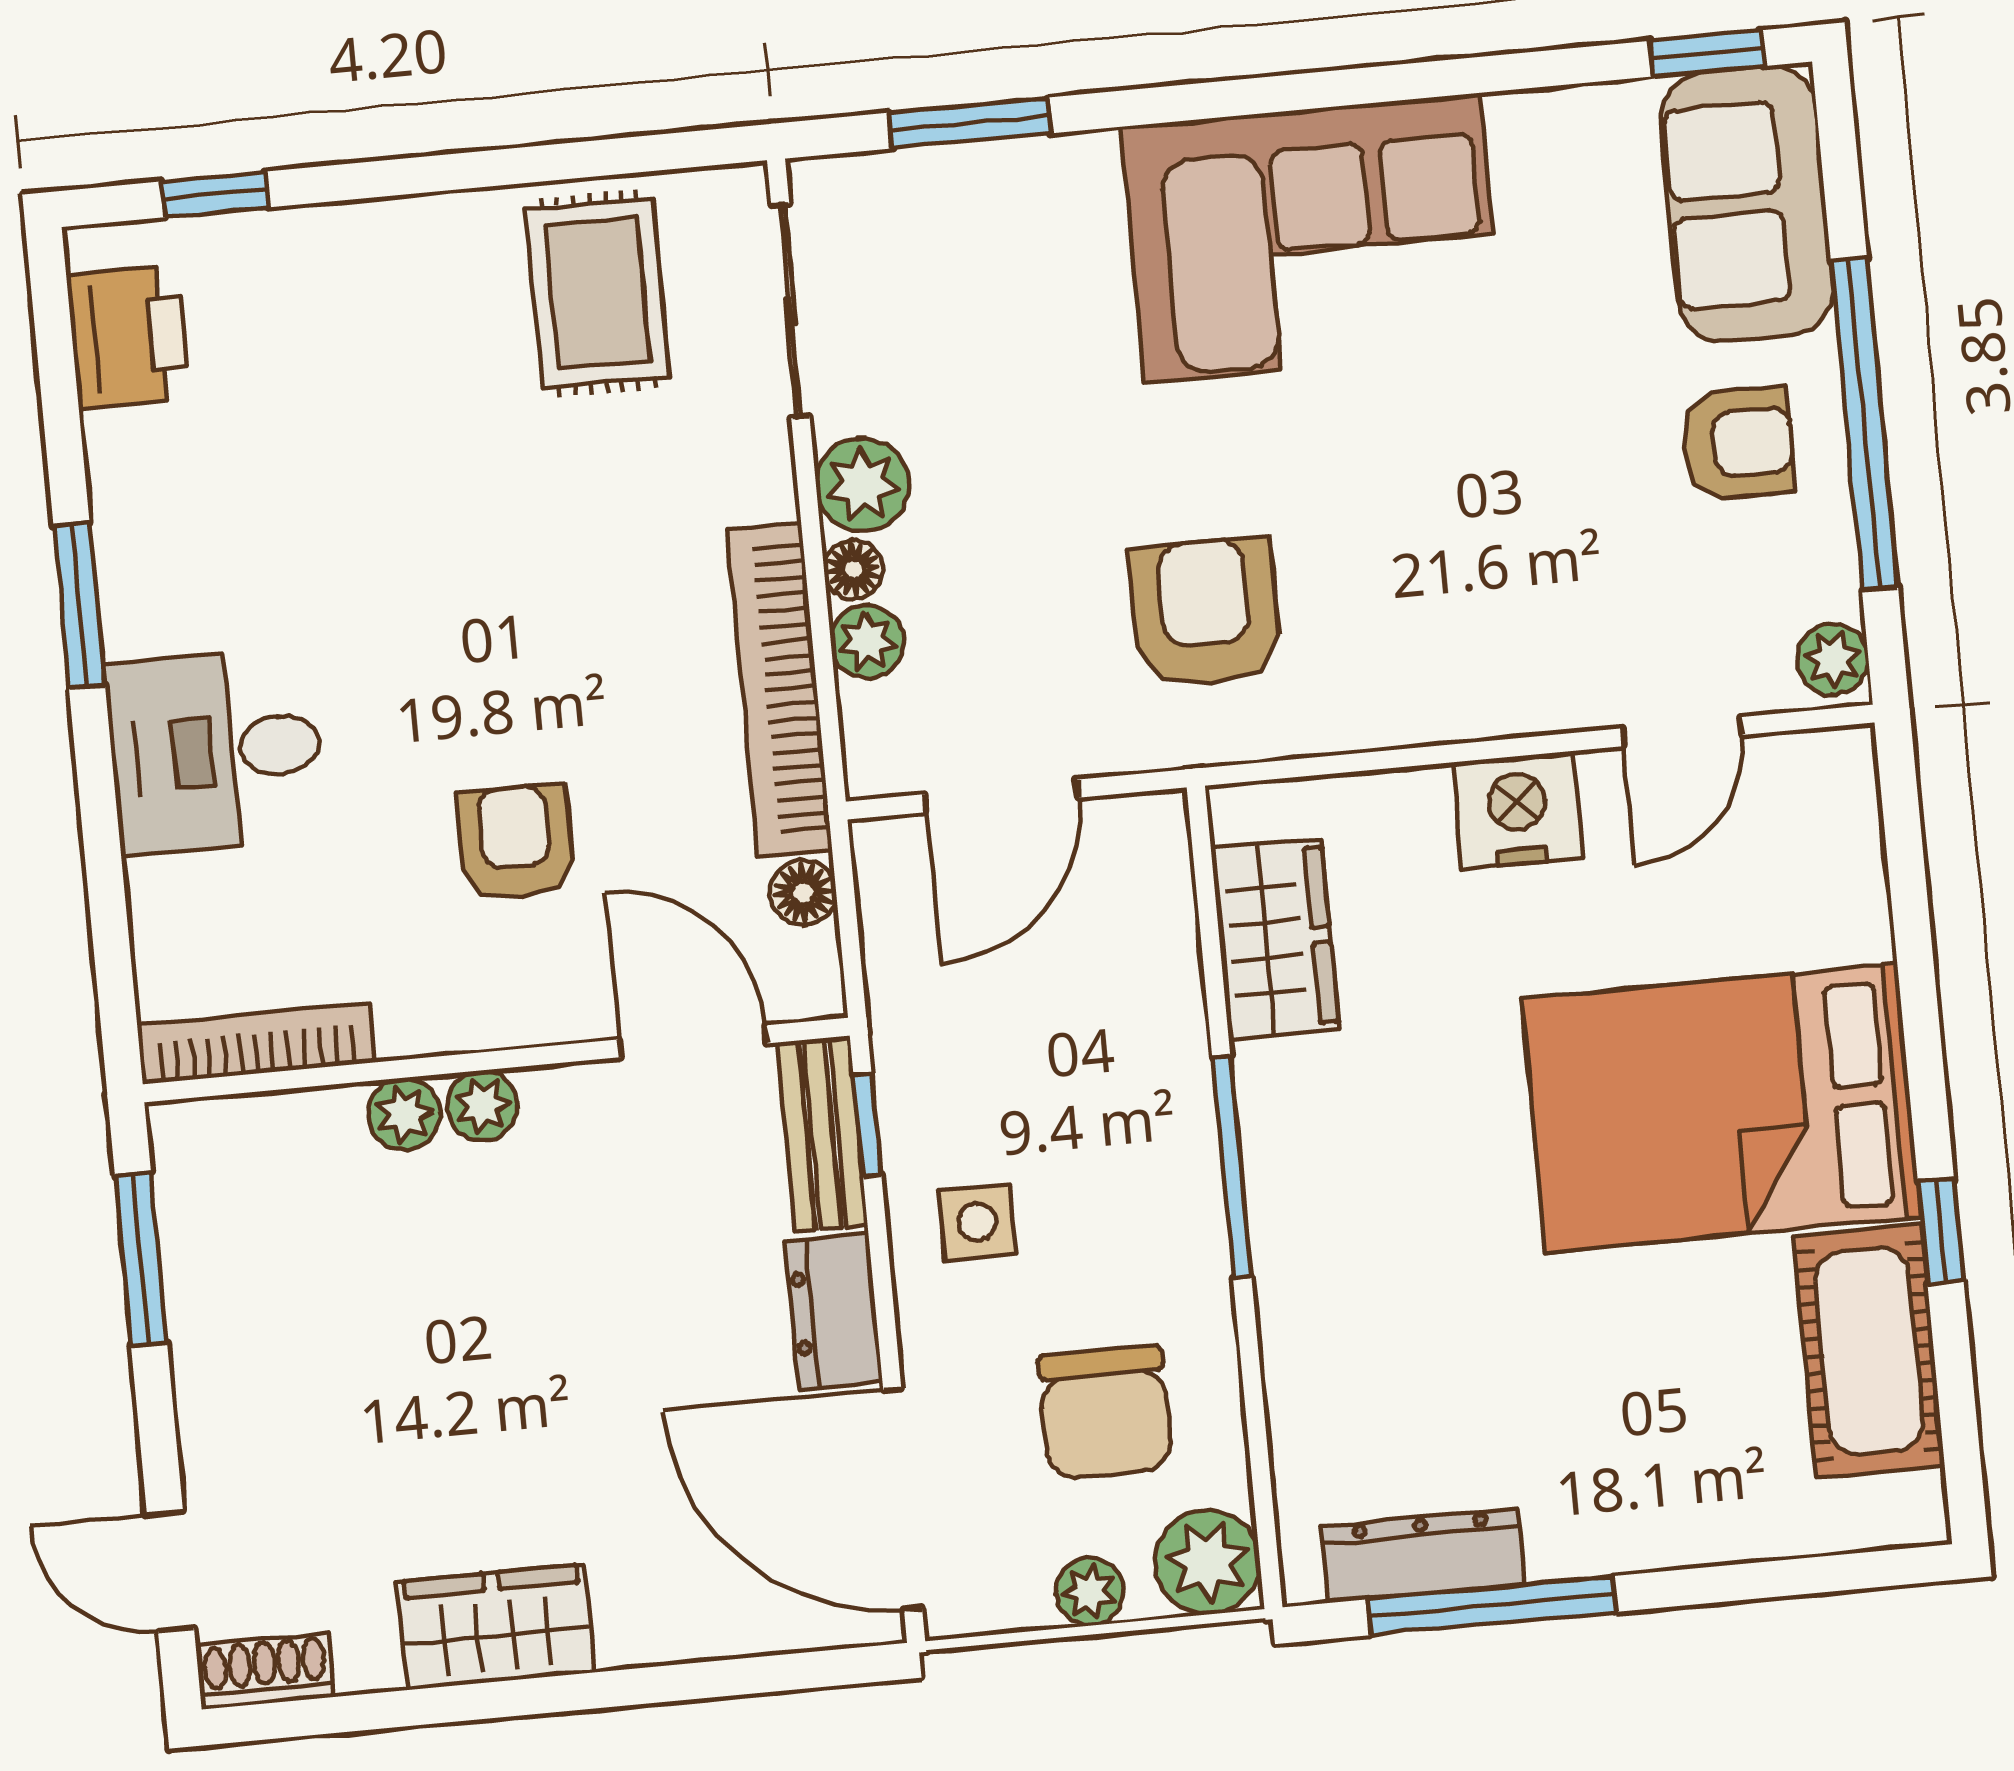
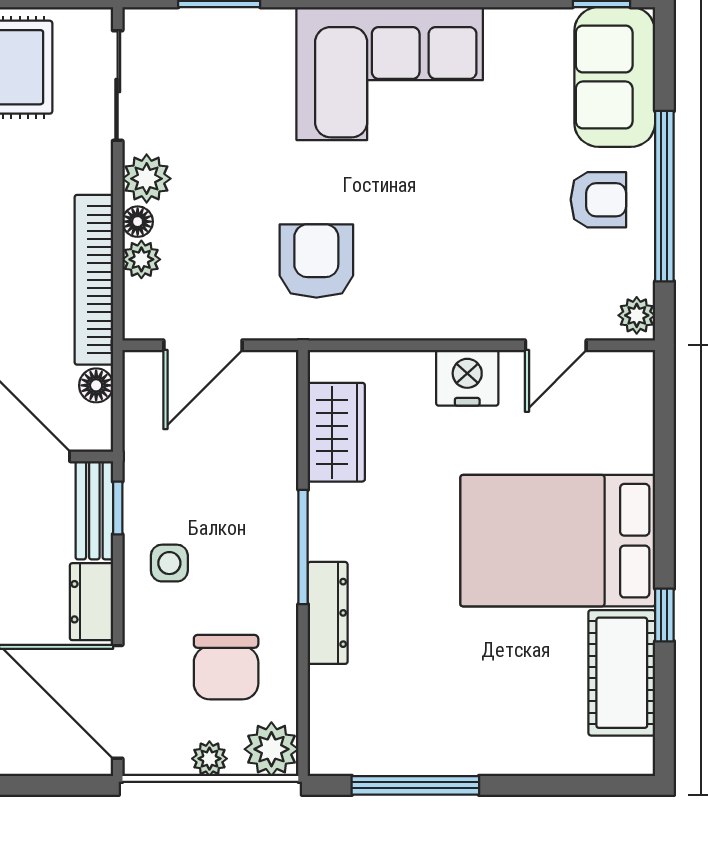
dresser: (1423, 1555) -> (328, 613), moved, turned 90

